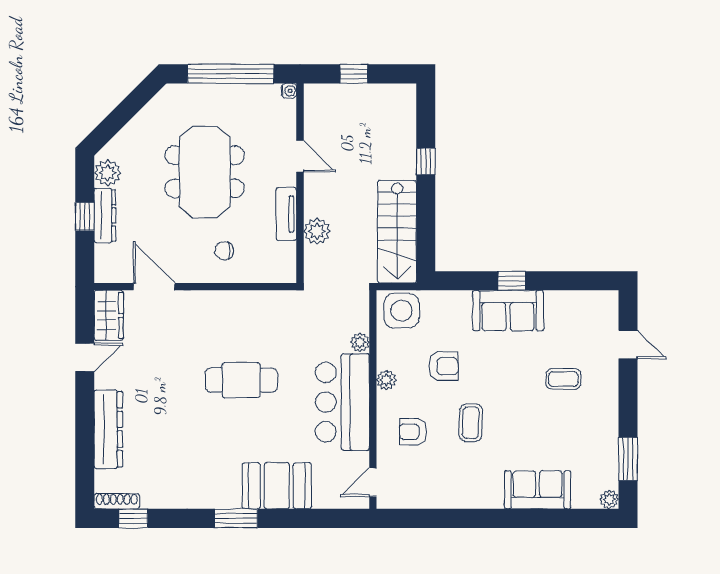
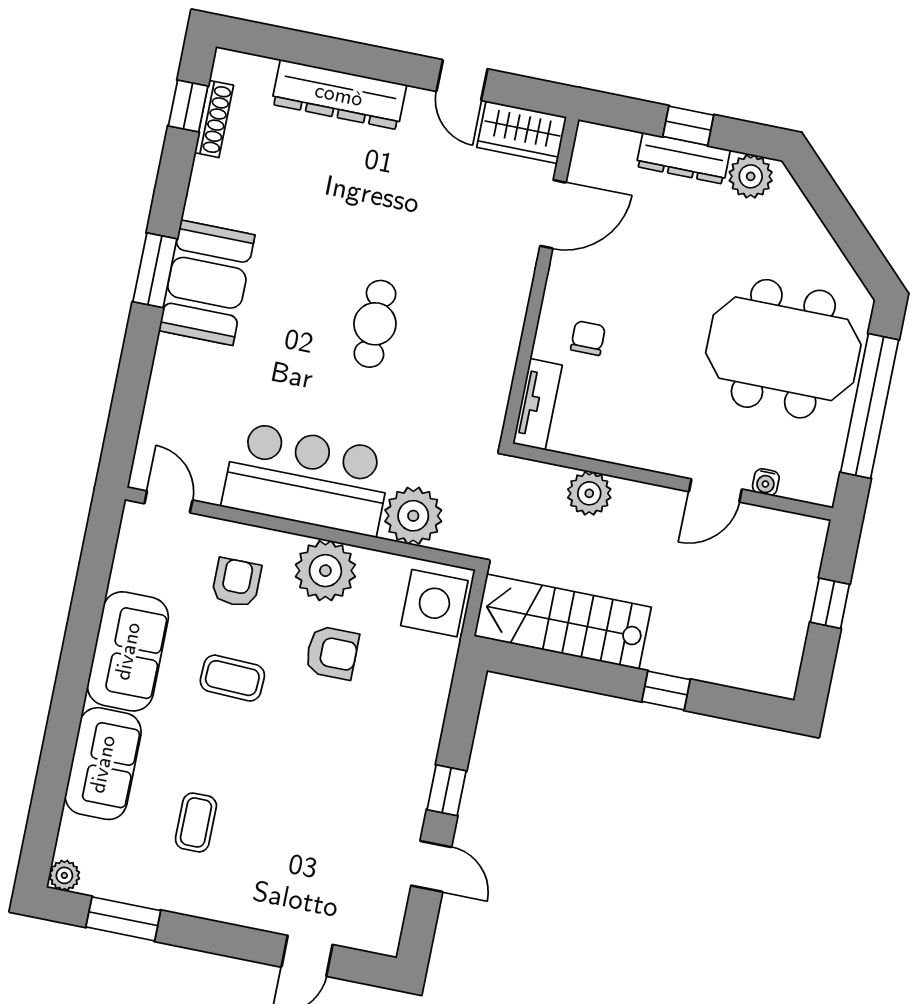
water cooler: (289, 91) -> (766, 482), moved
meeting table: (205, 172) -> (783, 349), moved
tv unit: (286, 214) -> (537, 404), moved, turned 90
door: (559, 281) -> (431, 866), added
sofa: (508, 311) -> (128, 651), moved, turned 180
plant: (360, 342) -> (413, 516), width x1.88, depth x1.88
armchair: (444, 366) -> (332, 653), turned -90
coffee table: (563, 379) -> (196, 822), moved
cafe table: (241, 380) -> (375, 324), width x0.73, depth x0.74
plant: (386, 380) -> (325, 571), width x1.88, depth x1.88
booth: (277, 486) -> (207, 283), moved
shoe rack: (117, 501) -> (214, 119), moved

